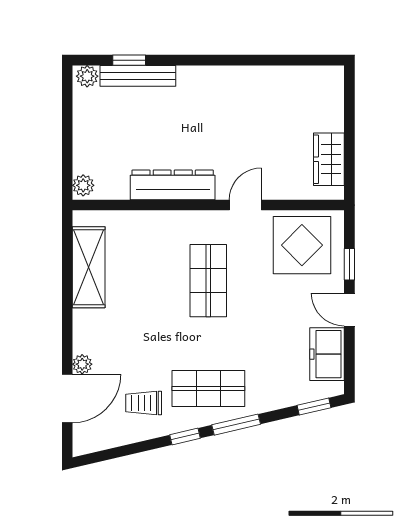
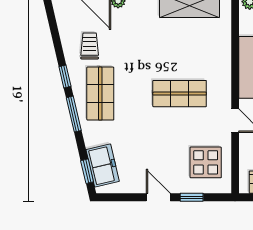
display table: (302, 245) -> (206, 162), width x0.73, depth x0.73
door: (349, 310) -> (158, 197), hinge flipped
freezer: (327, 354) -> (103, 165), moved, turned 77

